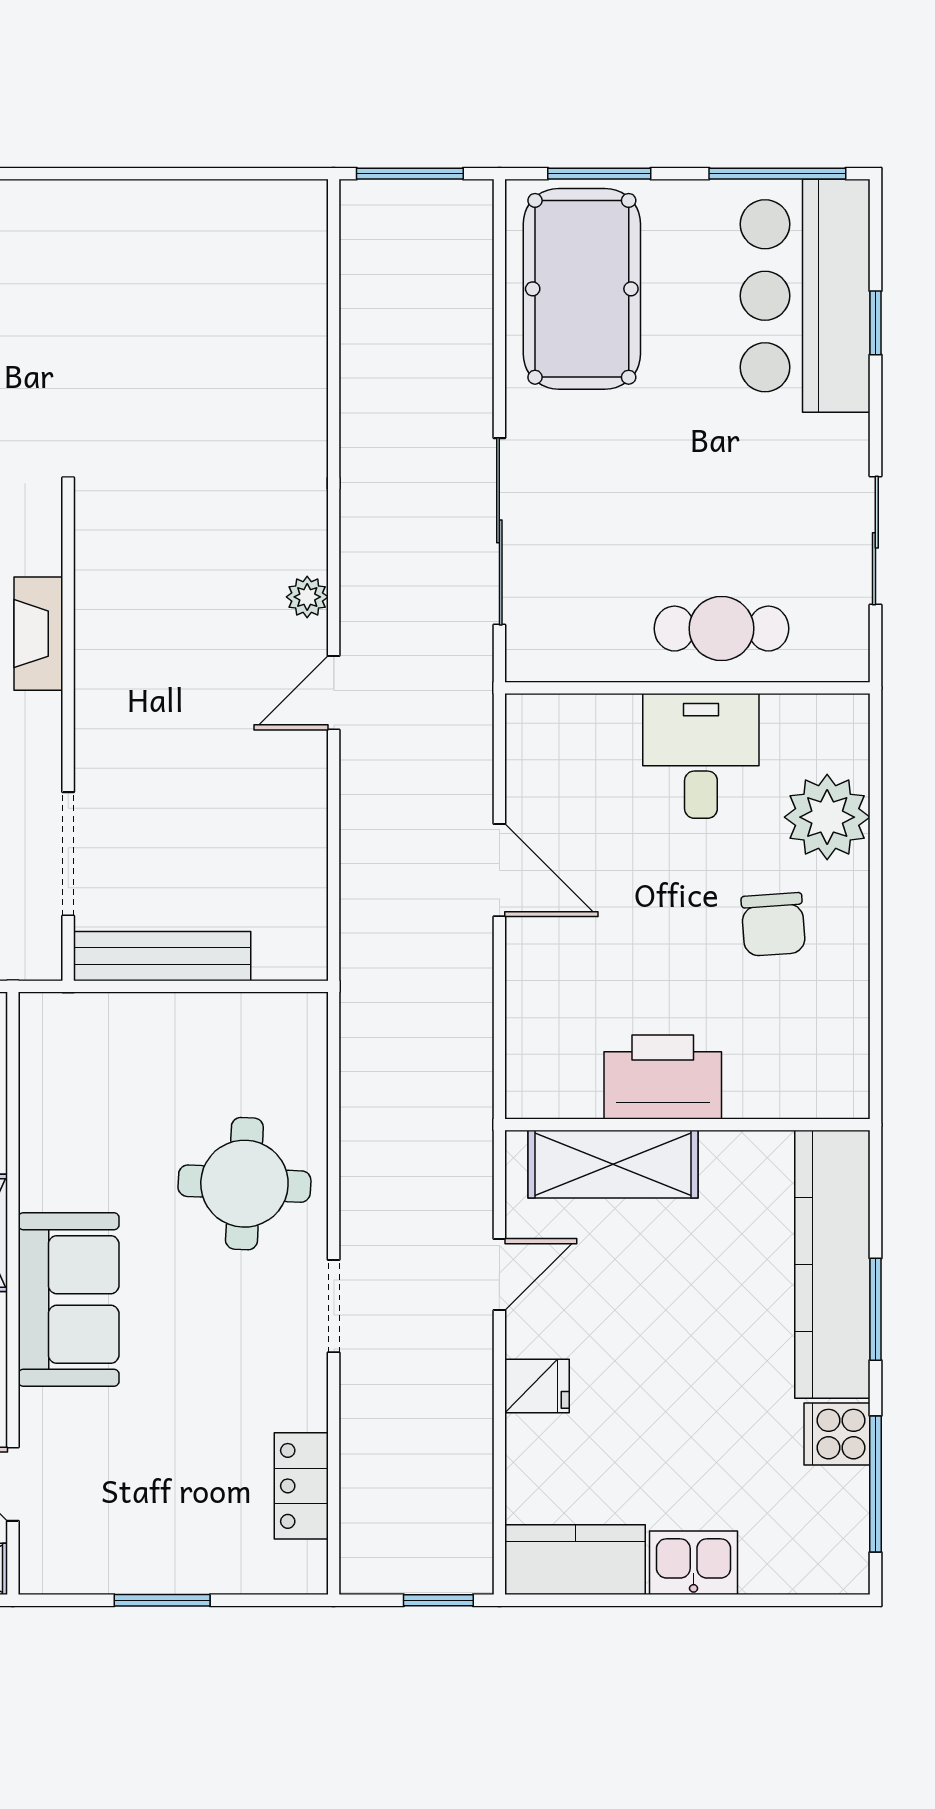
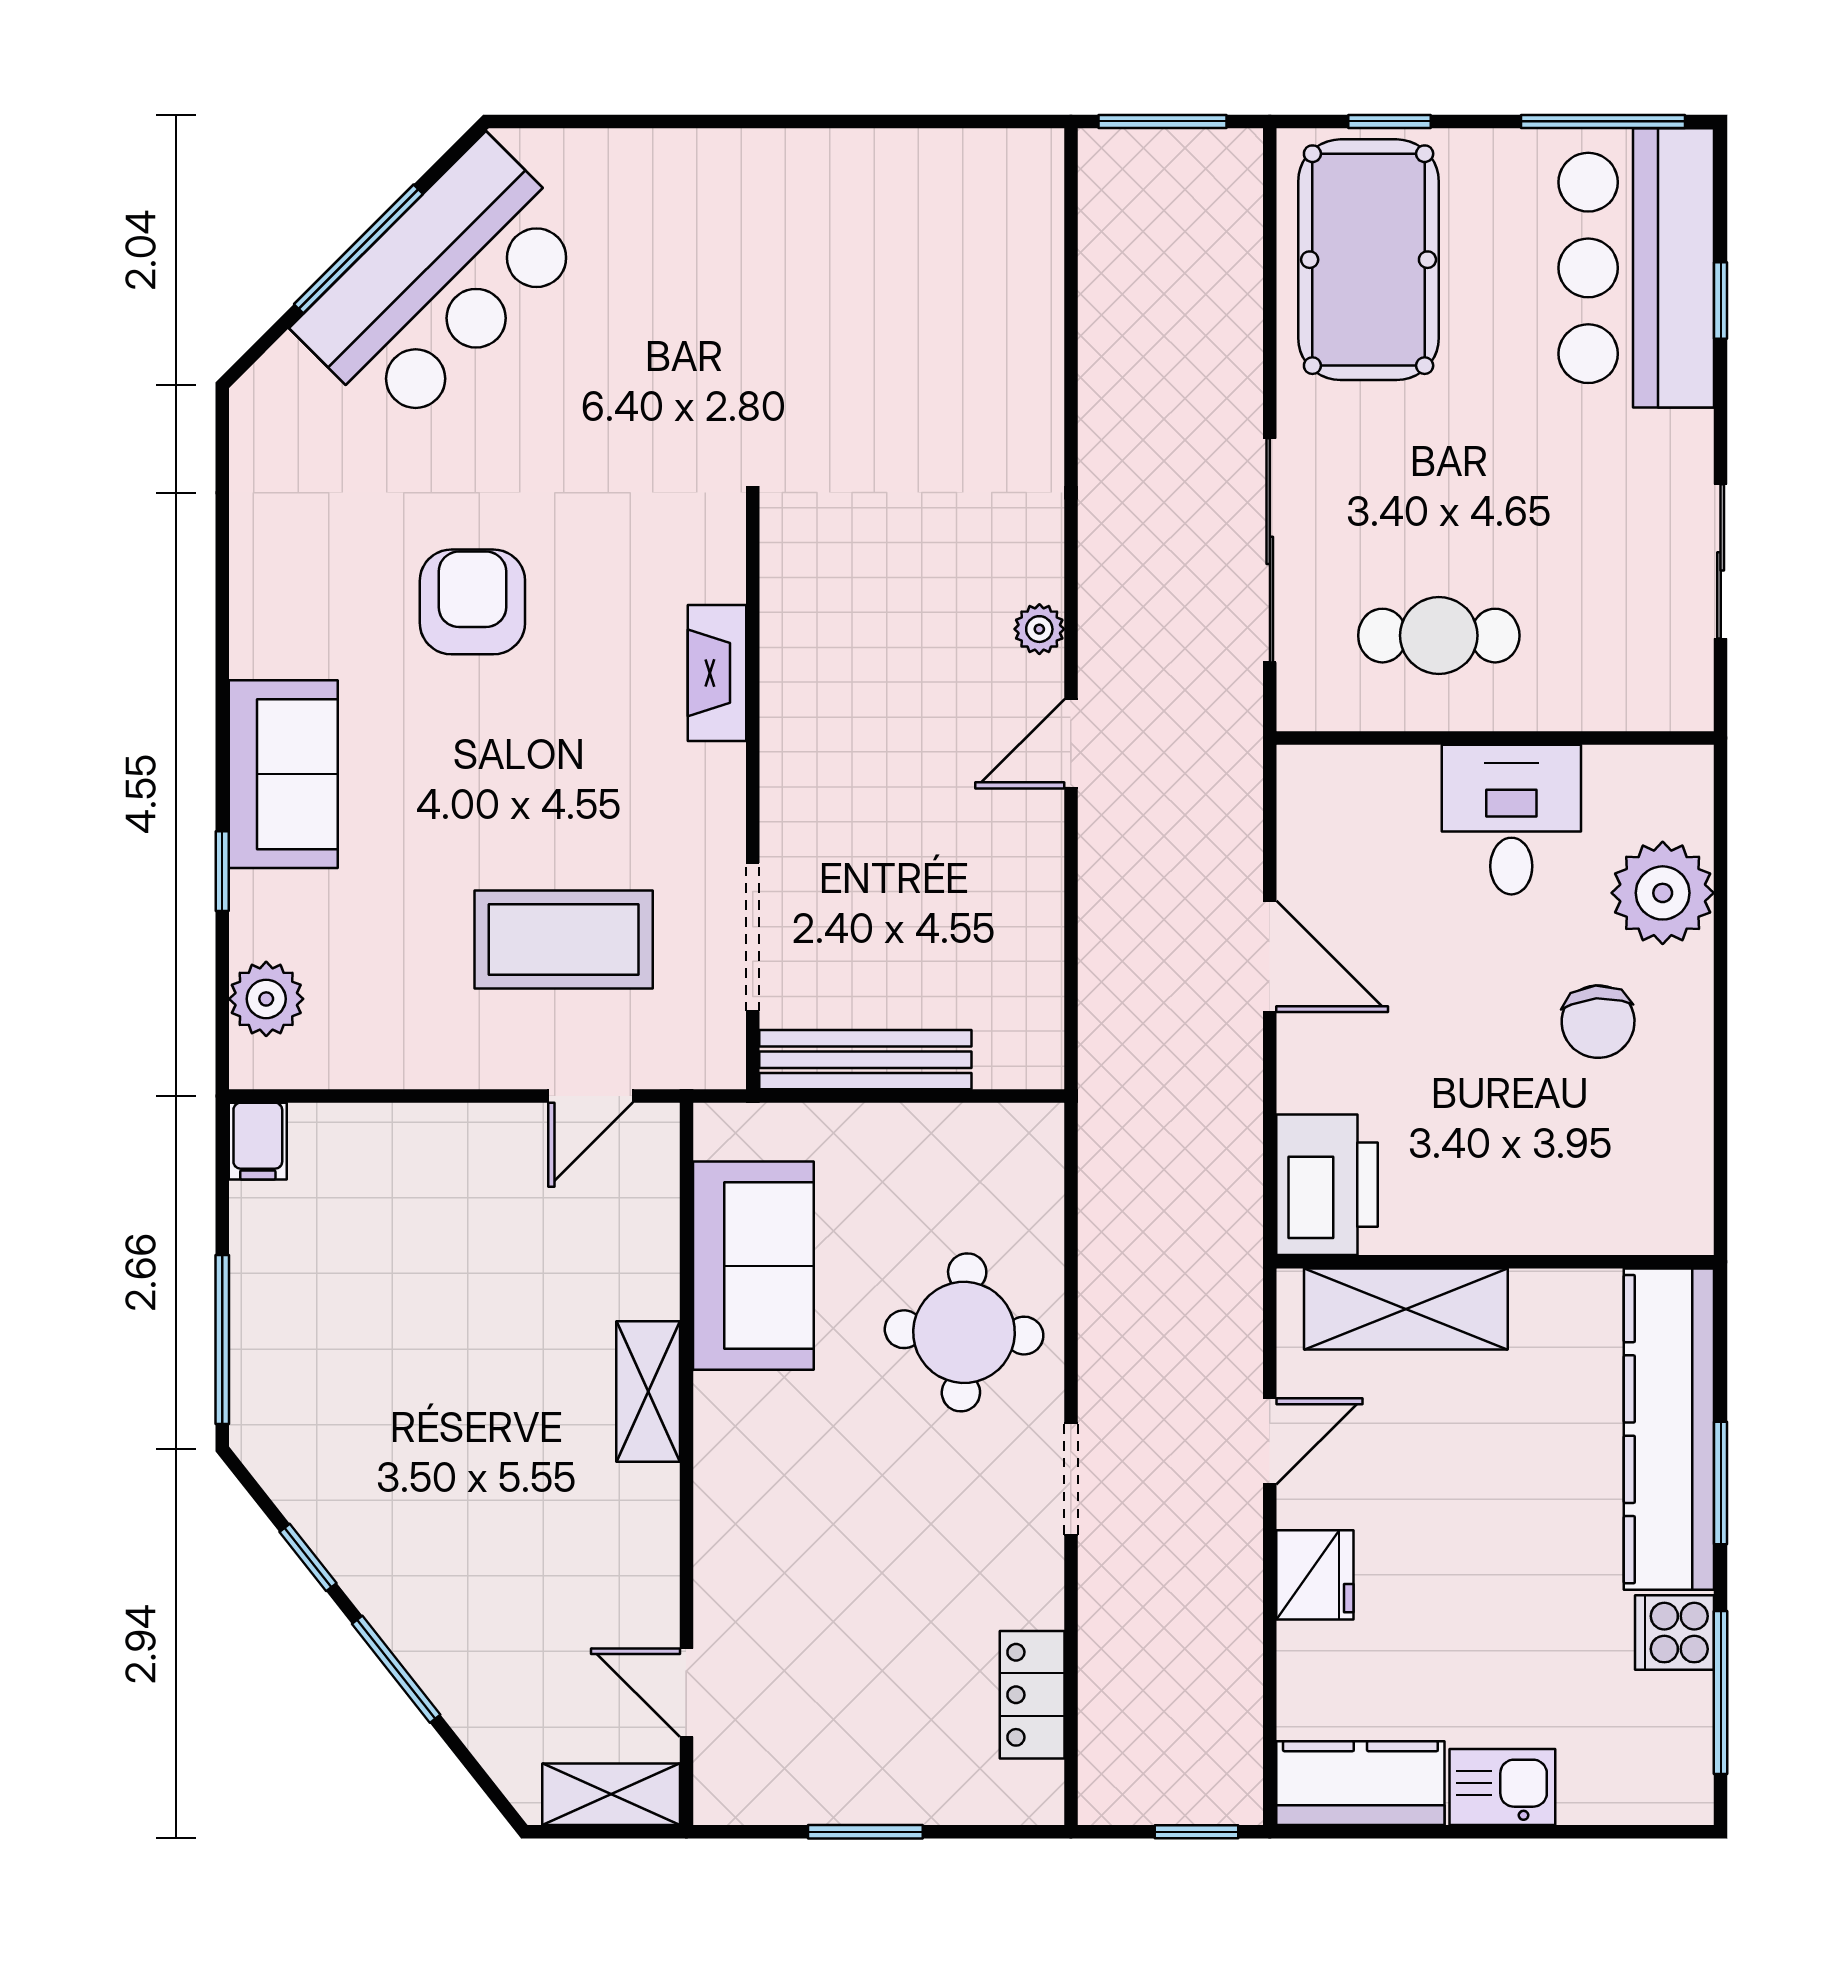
window: (599, 174) -> (1389, 121), width x0.67
cafe table: (721, 629) -> (1439, 636), moved
printer: (663, 1077) -> (1327, 1185), moved, turned 90
sofa: (69, 1300) -> (753, 1266), moved
fridge: (537, 1386) -> (1315, 1575), width x1.38

